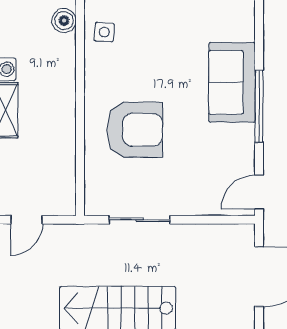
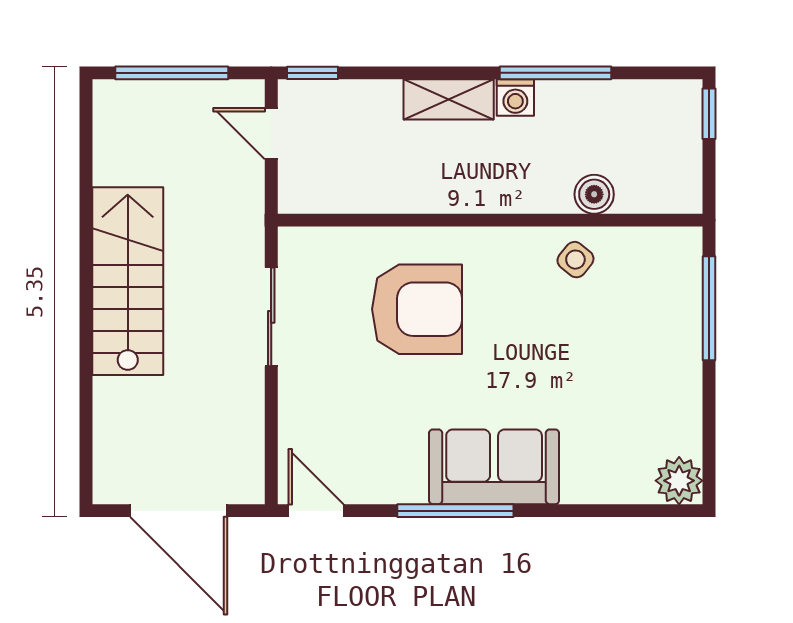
side table: (104, 32) -> (575, 260), turned 35
armchair: (135, 130) -> (417, 309), turned -90

